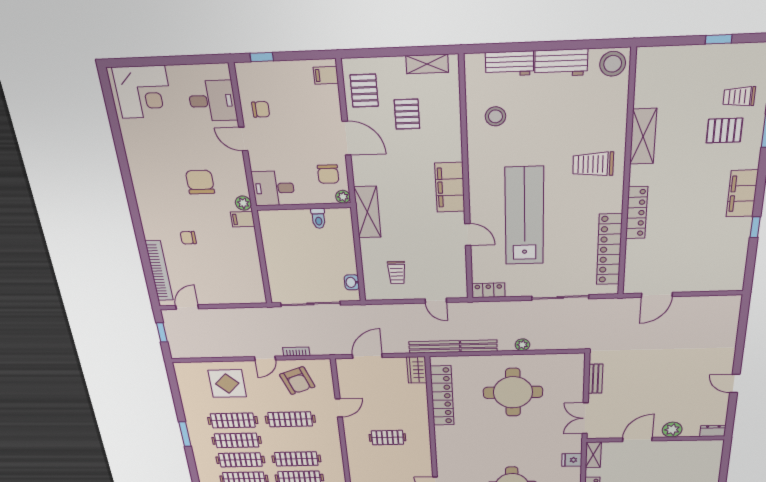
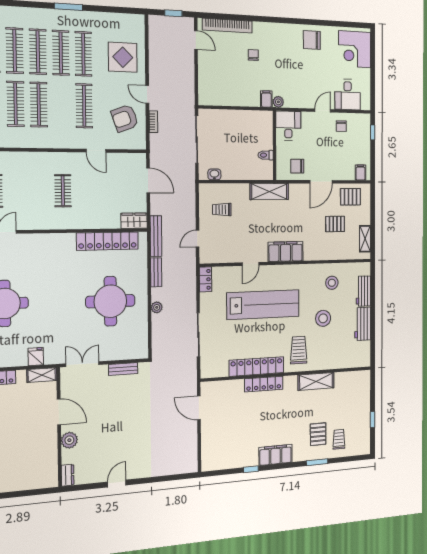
stool: (613, 64) -> (323, 318), moved
chair: (200, 182) -> (312, 40), moved, turned 180
plant: (343, 197) -> (281, 175), removed
locker: (609, 250) -> (257, 366), moved

